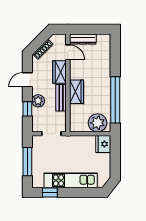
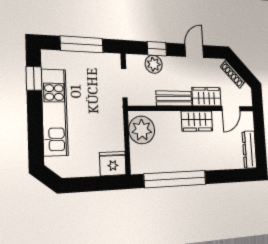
dresser: (83, 39) -> (249, 150), moved
door: (27, 80) -> (194, 51), hinge flipped
wardrobe: (77, 92) -> (197, 121), moved
plant: (38, 101) -> (154, 64), moved
plant: (97, 123) -> (142, 130), moved

